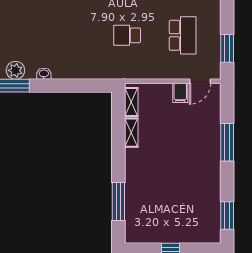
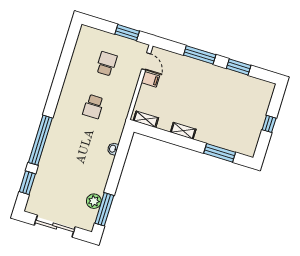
school desk: (183, 35) -> (107, 64), width x0.54
washbasin: (44, 74) -> (113, 149), moved
shelving: (131, 133) -> (183, 131), moved
window: (227, 216) -> (239, 67), moved

